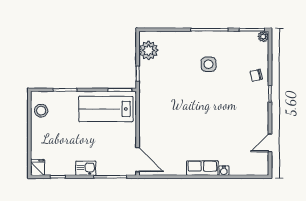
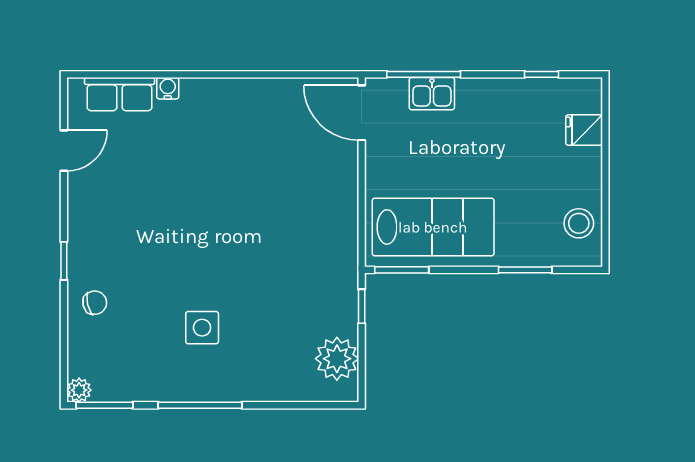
fridge: (37, 167) -> (584, 130), moved, turned 90
kitchen sink: (86, 168) -> (432, 94), moved
row of seats: (202, 168) -> (120, 94), moved

